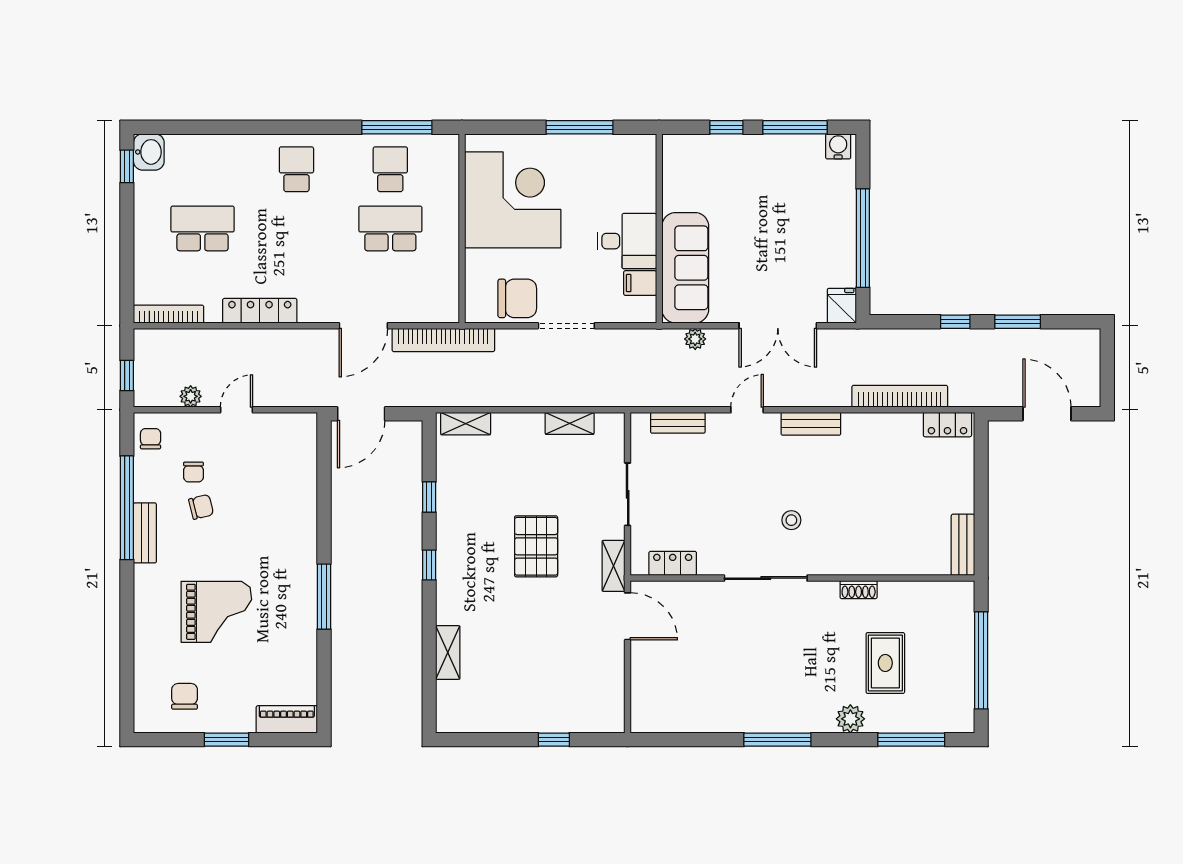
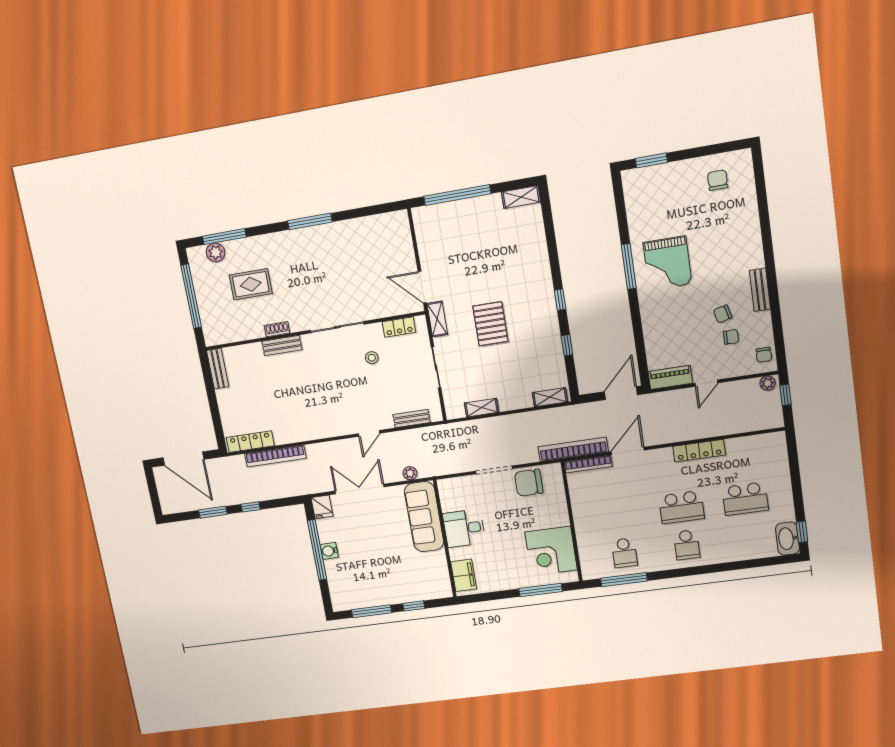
window: (580, 127) -> (540, 590), moved
water cooler: (838, 146) -> (329, 551), moved, turned 90
washbasin: (149, 152) -> (787, 539), width x1.38
corner desk: (513, 200) -> (551, 551), width x0.74, depth x0.74
school desk: (390, 228) -> (682, 507), moved
filing cabinet: (640, 283) -> (464, 575), moved, width x2.00
bookcase: (169, 314) -> (588, 464), moved
plant: (191, 396) -> (768, 383), moved
door: (1047, 414) -> (183, 459), width x1.36
bench: (811, 424) -> (282, 346), moved
locker: (947, 425) -> (250, 442), width x1.53
chair: (193, 472) -> (731, 337), turned 90
window: (127, 508) -> (775, 305), removed
stool: (791, 520) -> (372, 358), moved
grand piano: (216, 612) -> (667, 263), moved, turned -90
shelving: (448, 652) -> (521, 197), moved, turned 90
rug: (885, 663) -> (251, 284), turned 90
chair: (185, 696) -> (718, 180), turned 180
piano: (287, 719) -> (670, 377), moved, turned 180
plant: (850, 719) -> (216, 252), moved
window: (227, 740) -> (651, 160), moved
window: (554, 740) -> (457, 195), width x3.17

